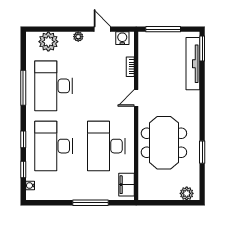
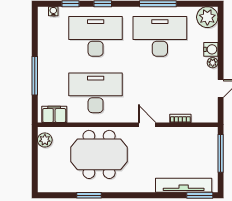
water cooler: (122, 38) -> (211, 49), moved
plant: (48, 42) -> (207, 17), moved
plant: (187, 193) -> (45, 140), moved

